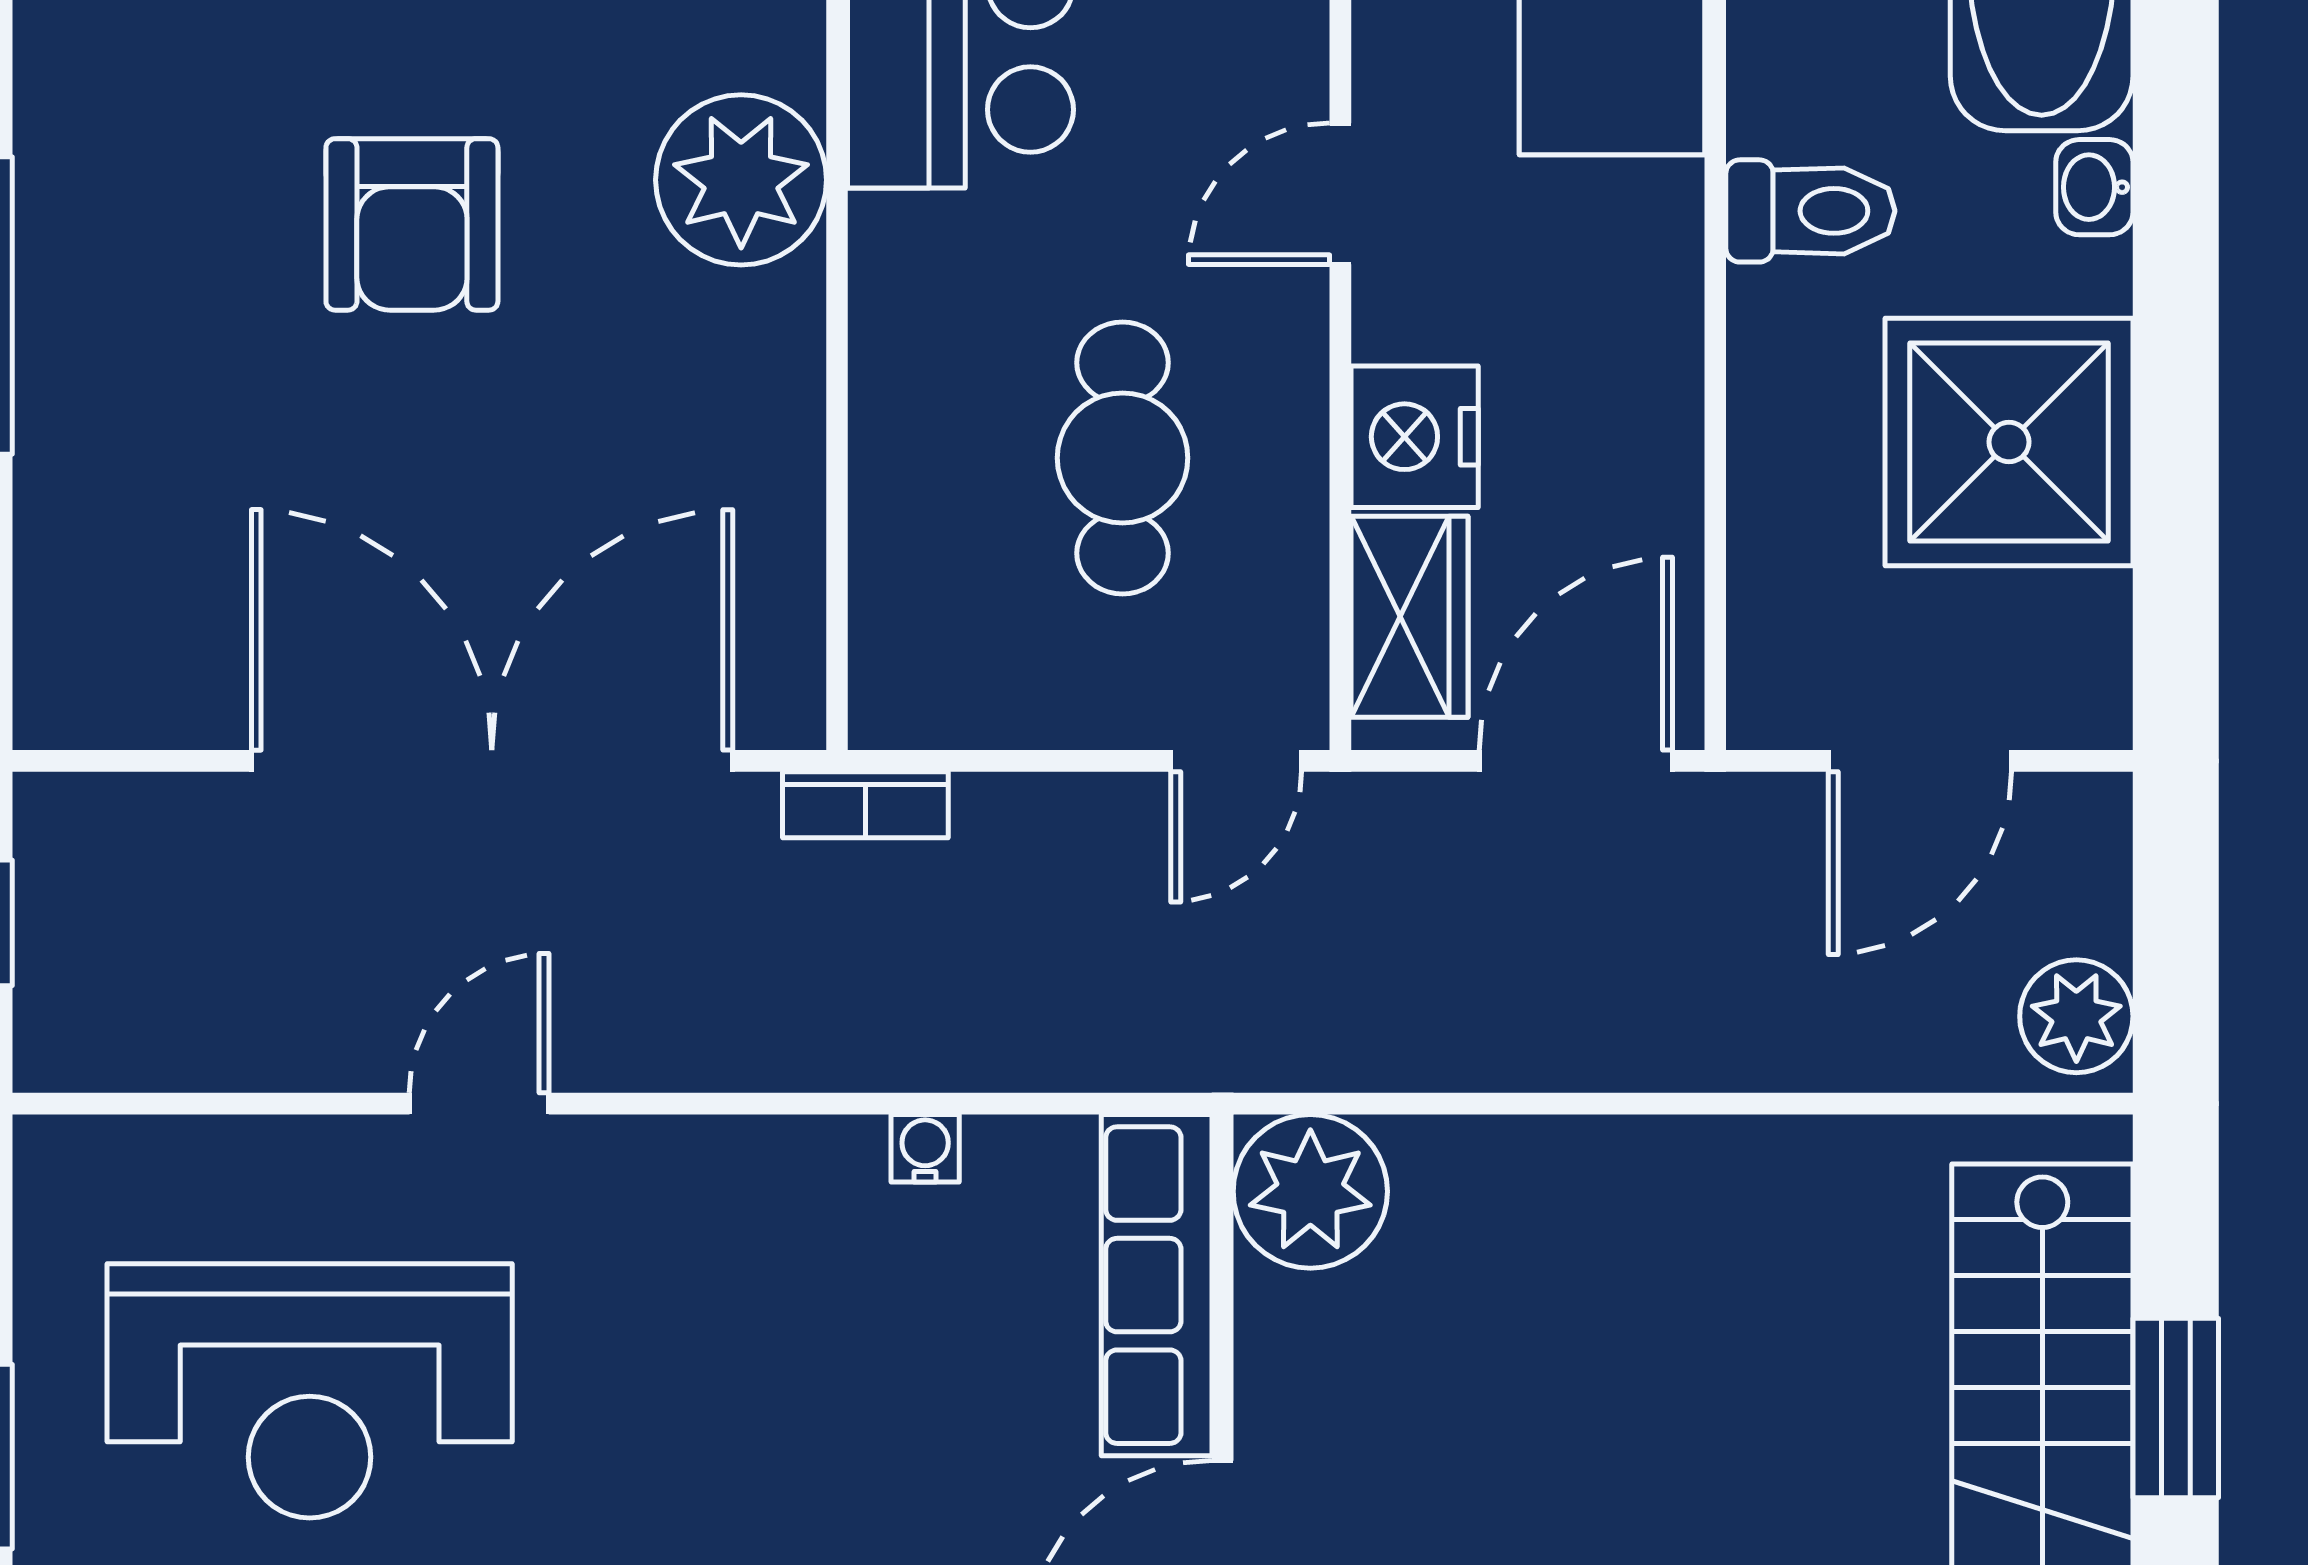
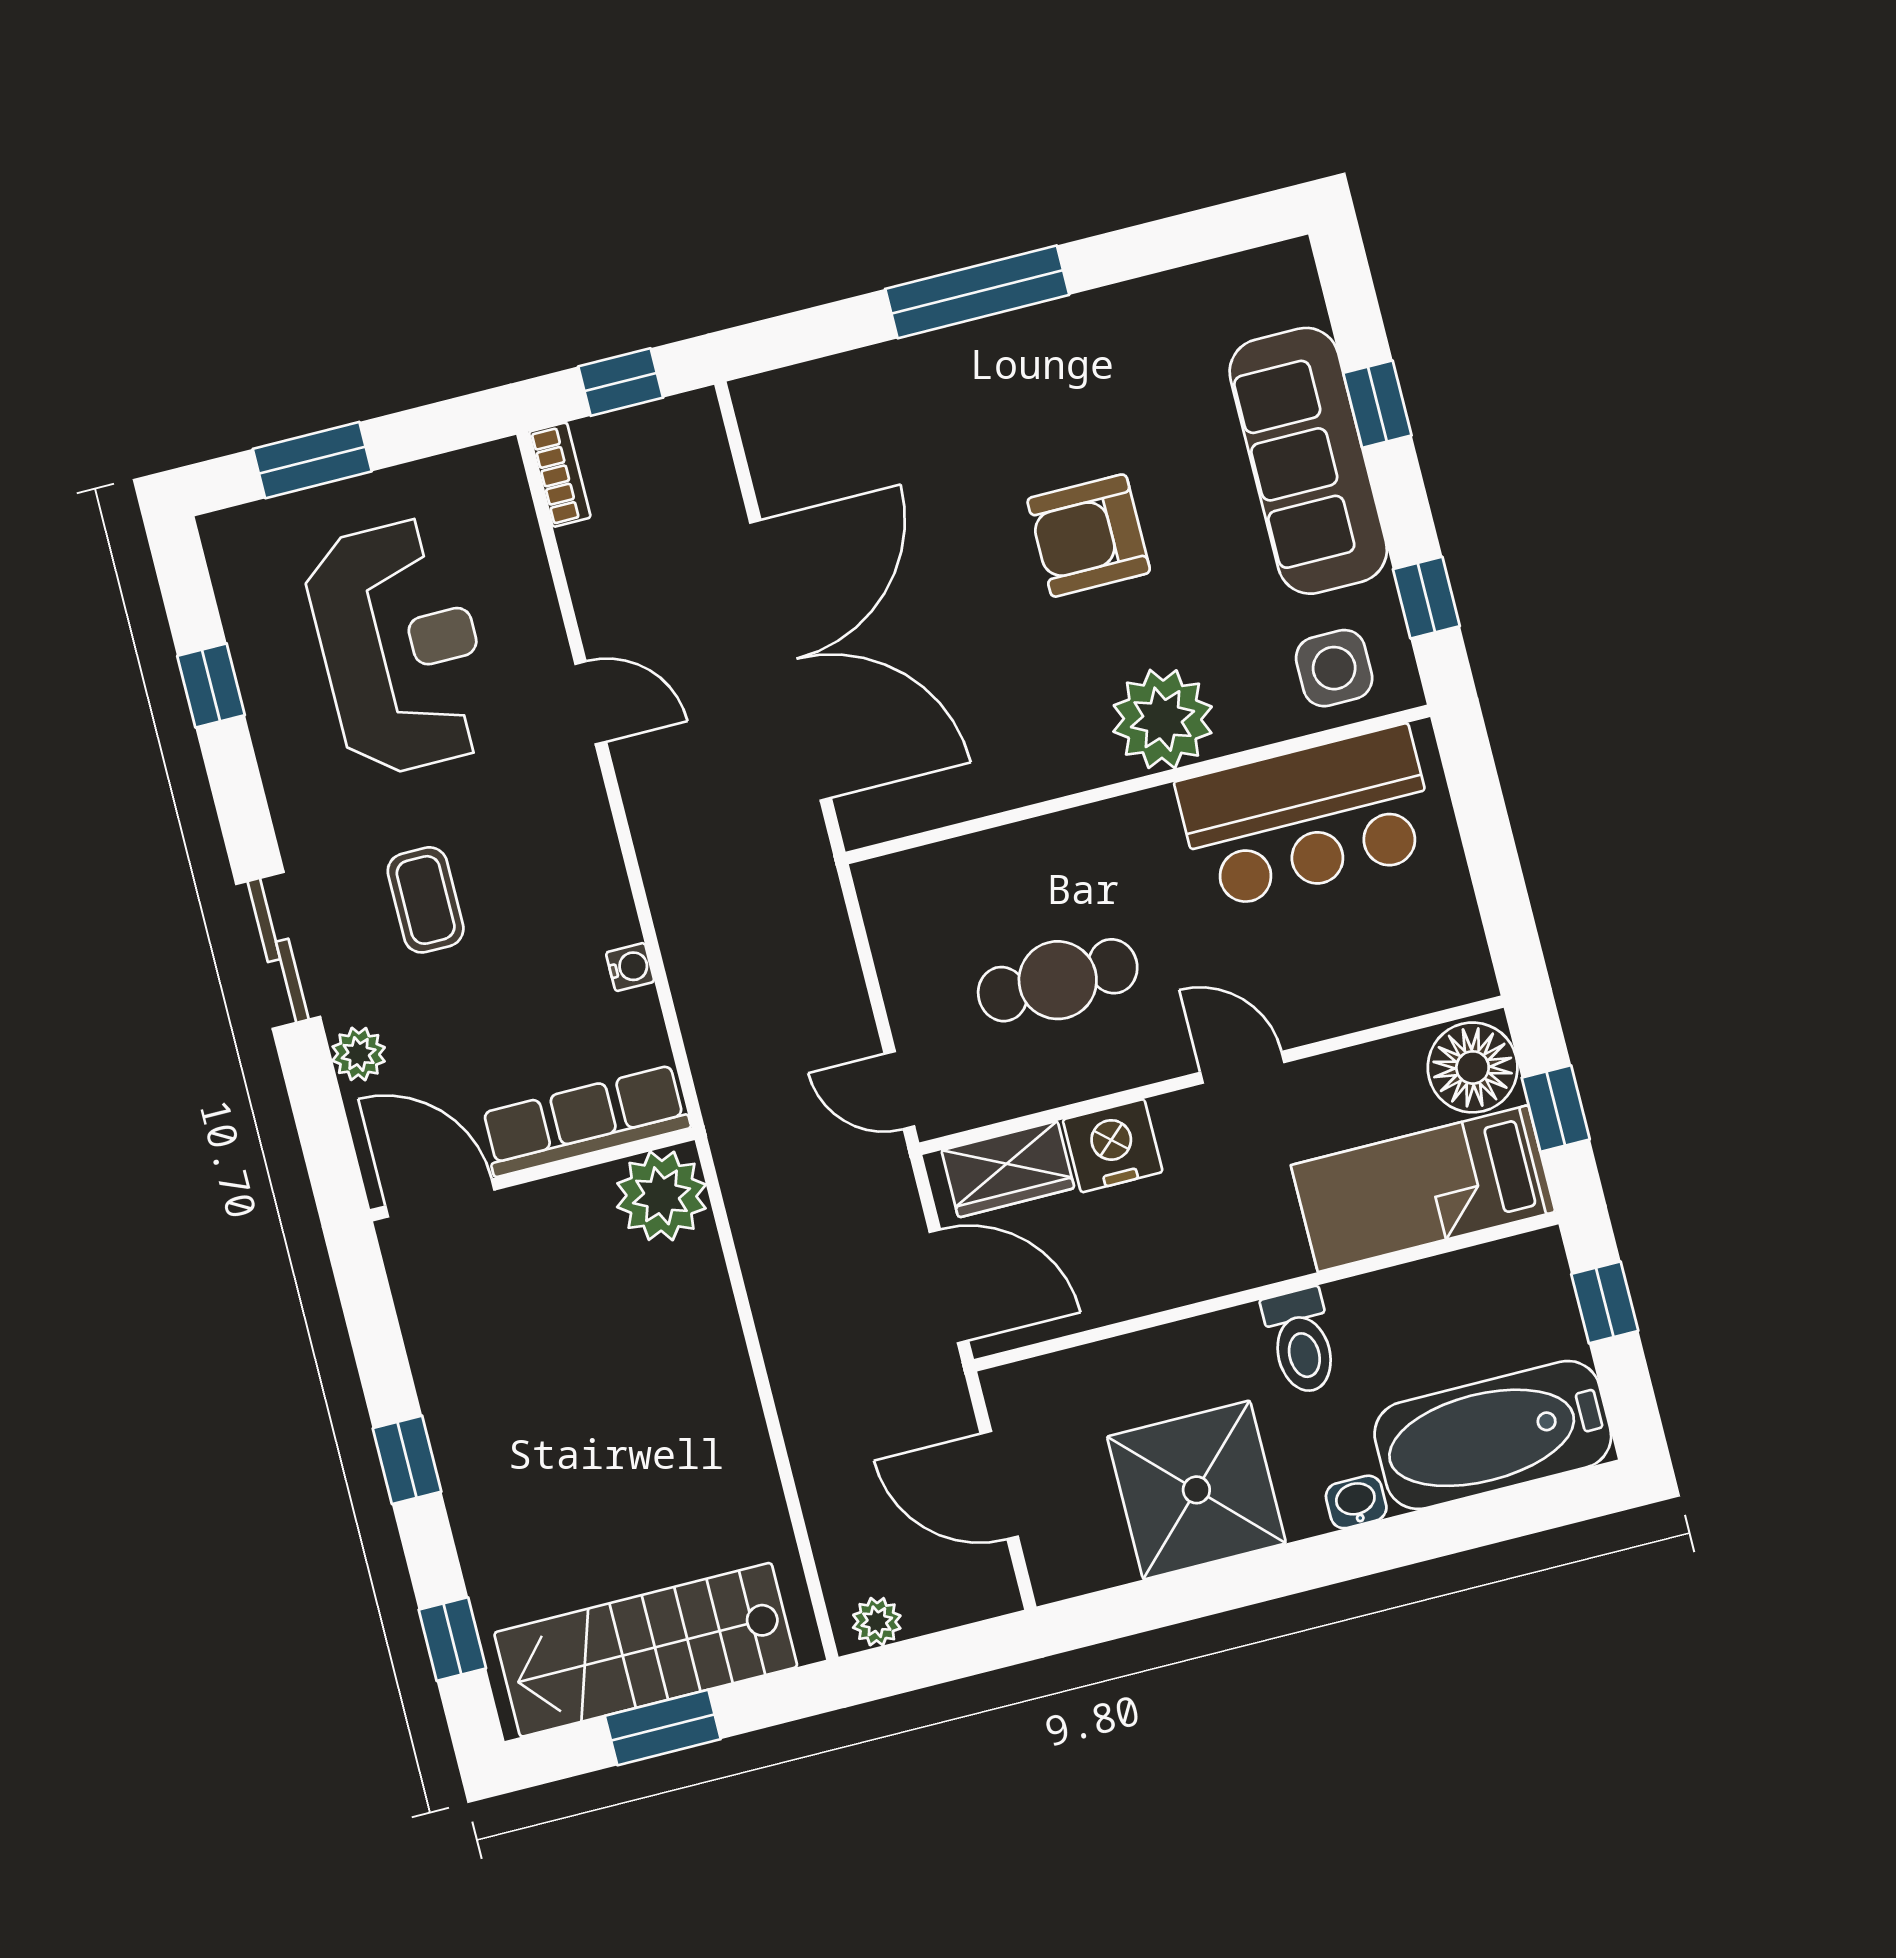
bookcase: (865, 805) -> (560, 475), moved, turned 180
plant: (2076, 1016) -> (877, 1622), width x0.73, depth x0.73
reception desk: (310, 1391) -> (400, 647), turned 180
coffee table: (732, 1453) -> (426, 900), added

